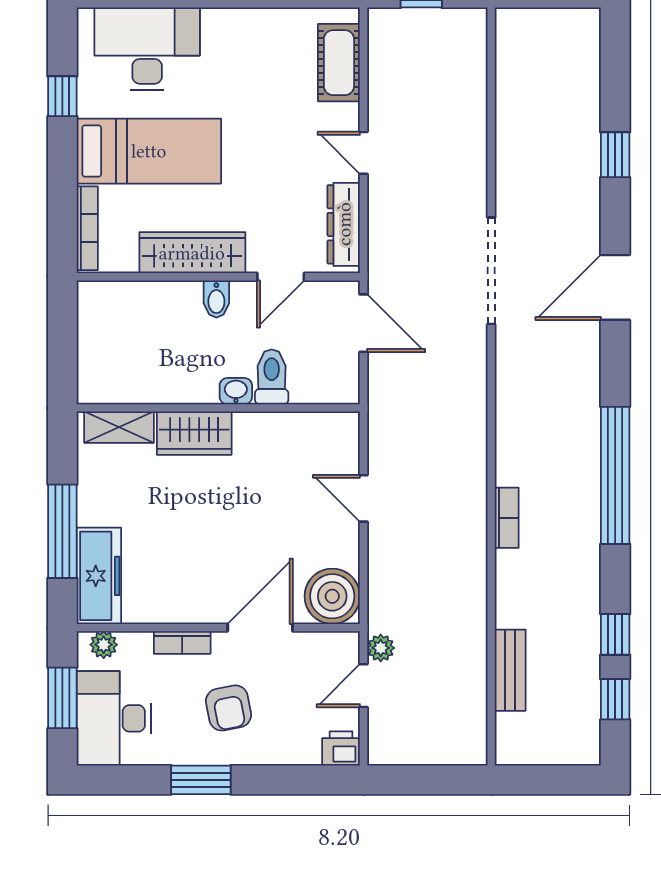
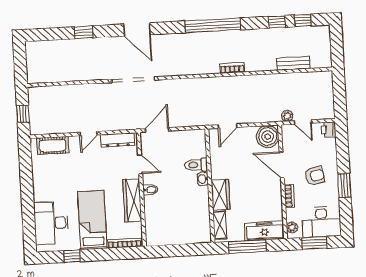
toilet: (272, 377) -> (196, 165), moved
washbasin: (236, 391) -> (203, 179), moved
wall: (218, 408) -> (210, 186), moved
shelving: (119, 427) -> (220, 225), moved
wardrobe: (194, 433) -> (221, 195), moved

